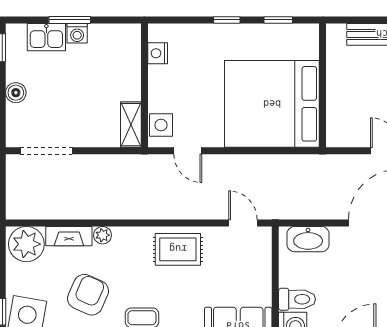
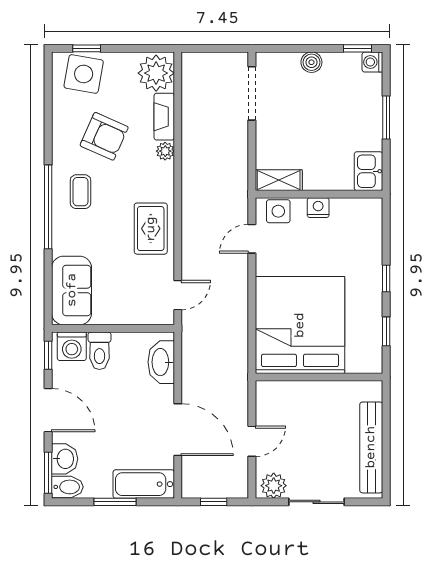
washing machine: (77, 33) -> (372, 62), moved
kitchen sink: (46, 37) -> (368, 171), moved
nightstand: (158, 53) -> (318, 208), moved

